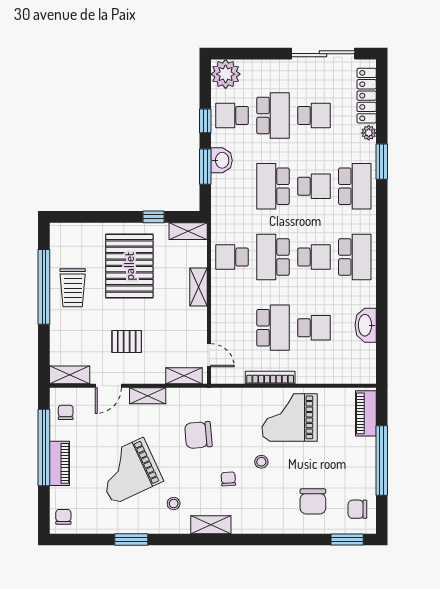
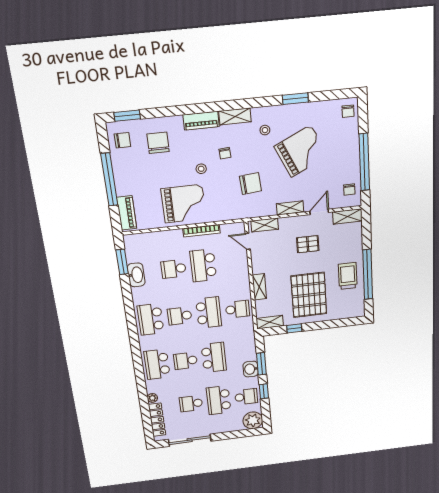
window: (382, 162) -> (122, 262), moved
piano: (60, 463) -> (201, 121), moved, turned -90

